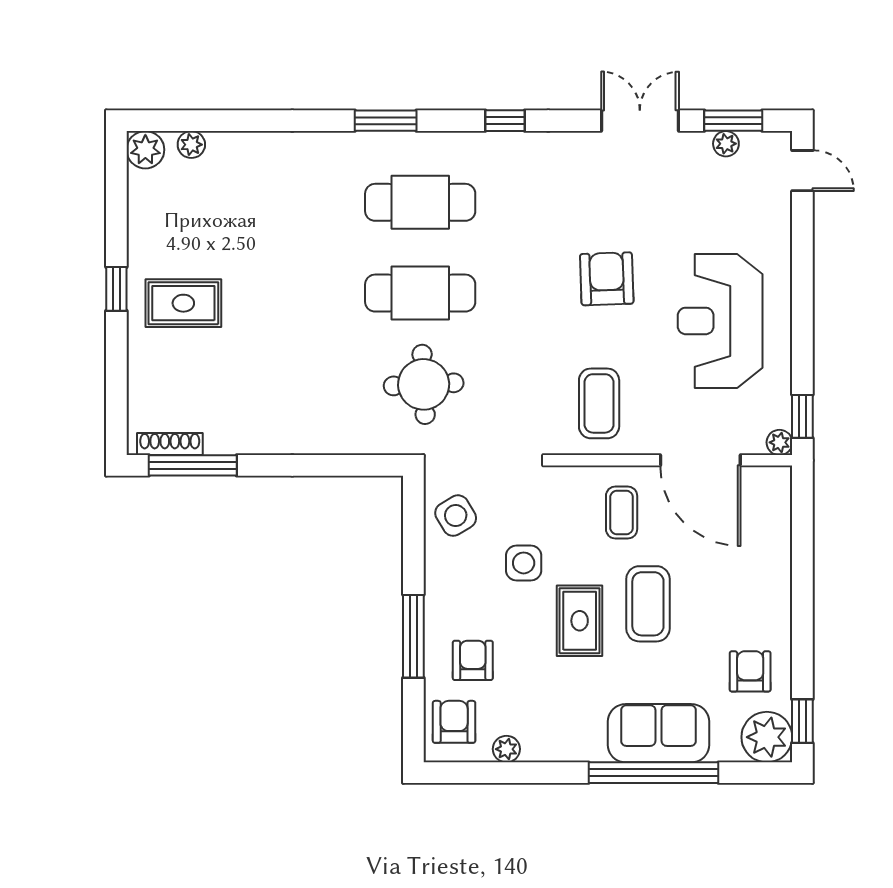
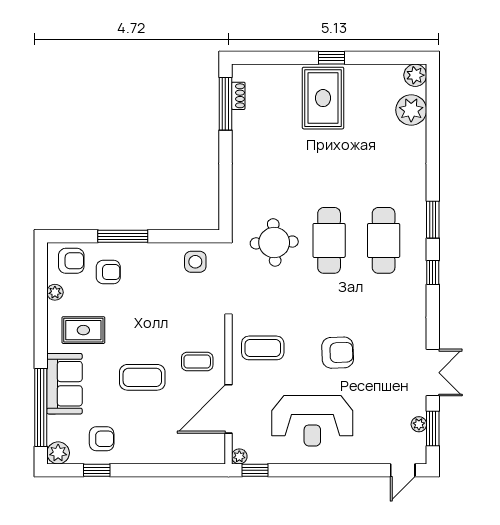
window: (505, 121) -> (433, 273), moved
plant: (191, 145) -> (411, 110), width x1.87, depth x1.87
rug: (183, 303) -> (323, 98), width x1.36, depth x1.43
reception desk: (720, 321) -> (312, 421), turned 180
shoe rack: (170, 444) -> (238, 96), width x0.70
side table: (456, 516) -> (195, 262), turned 31
side table: (524, 563) -> (167, 303), removed
rug: (580, 621) -> (83, 330), moved
window: (802, 721) -> (97, 470), moved
plant: (767, 737) -> (58, 453), width x0.73, depth x0.73
window: (654, 773) -> (41, 407), moved

